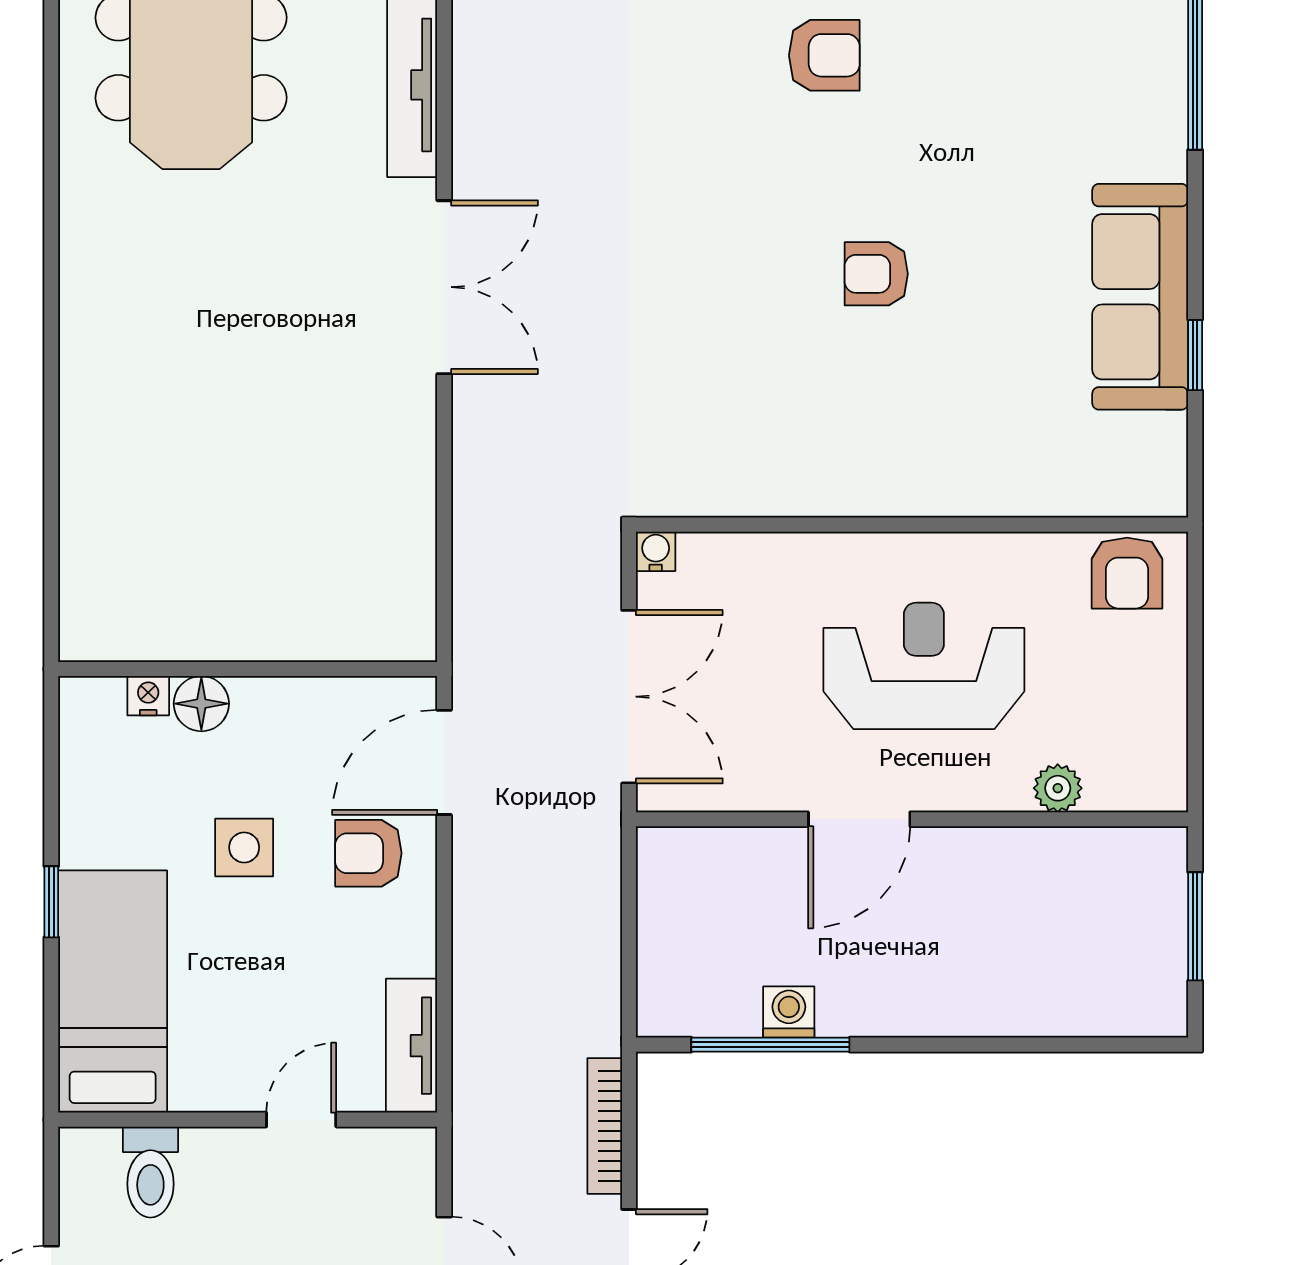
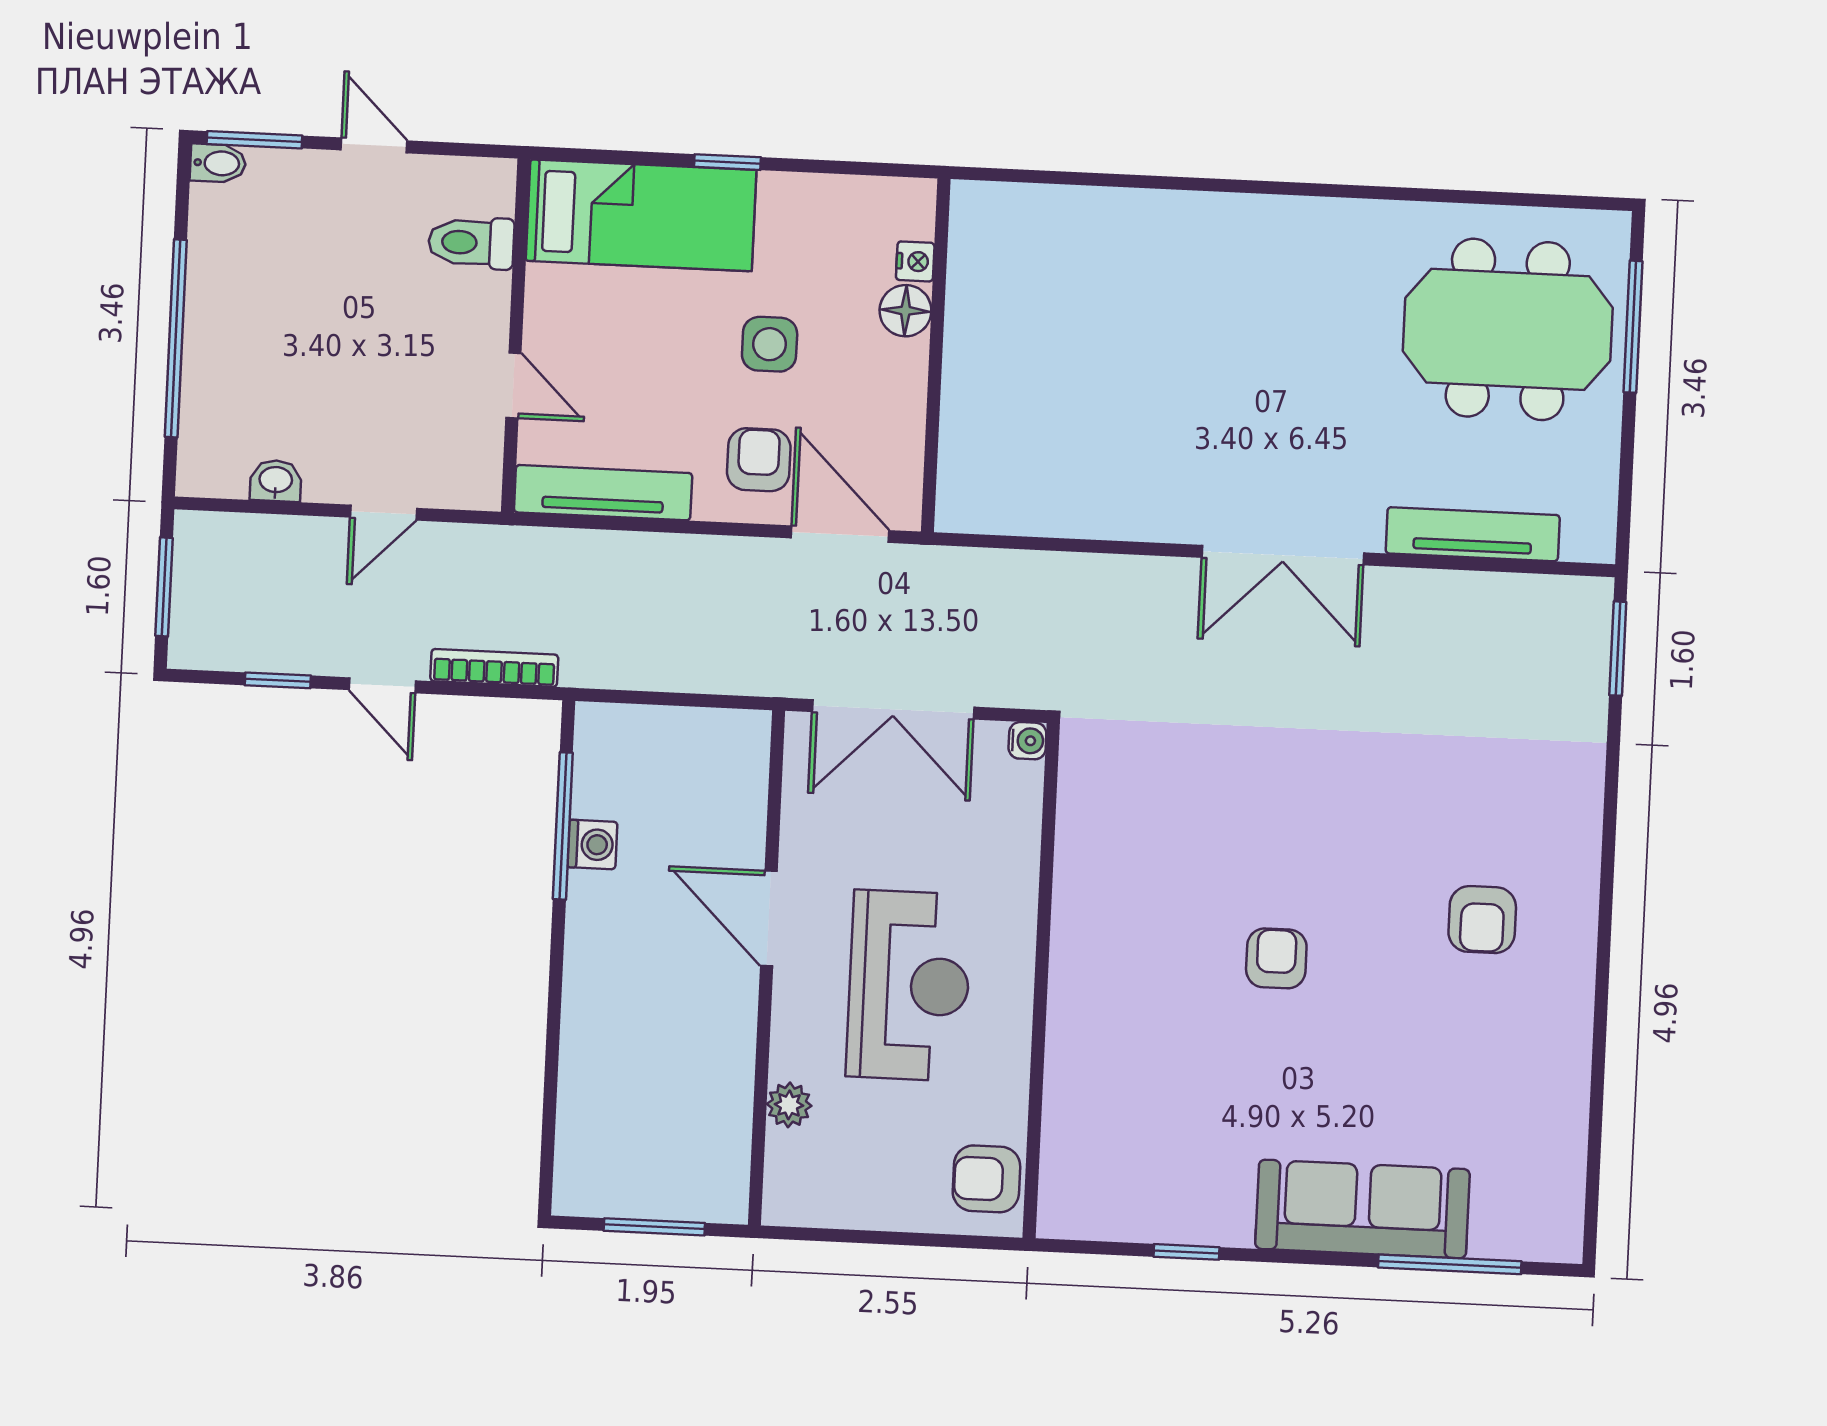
sofa: (1140, 297) -> (1362, 1209), moved
tv unit: (412, 1046) -> (603, 493), width x1.41

